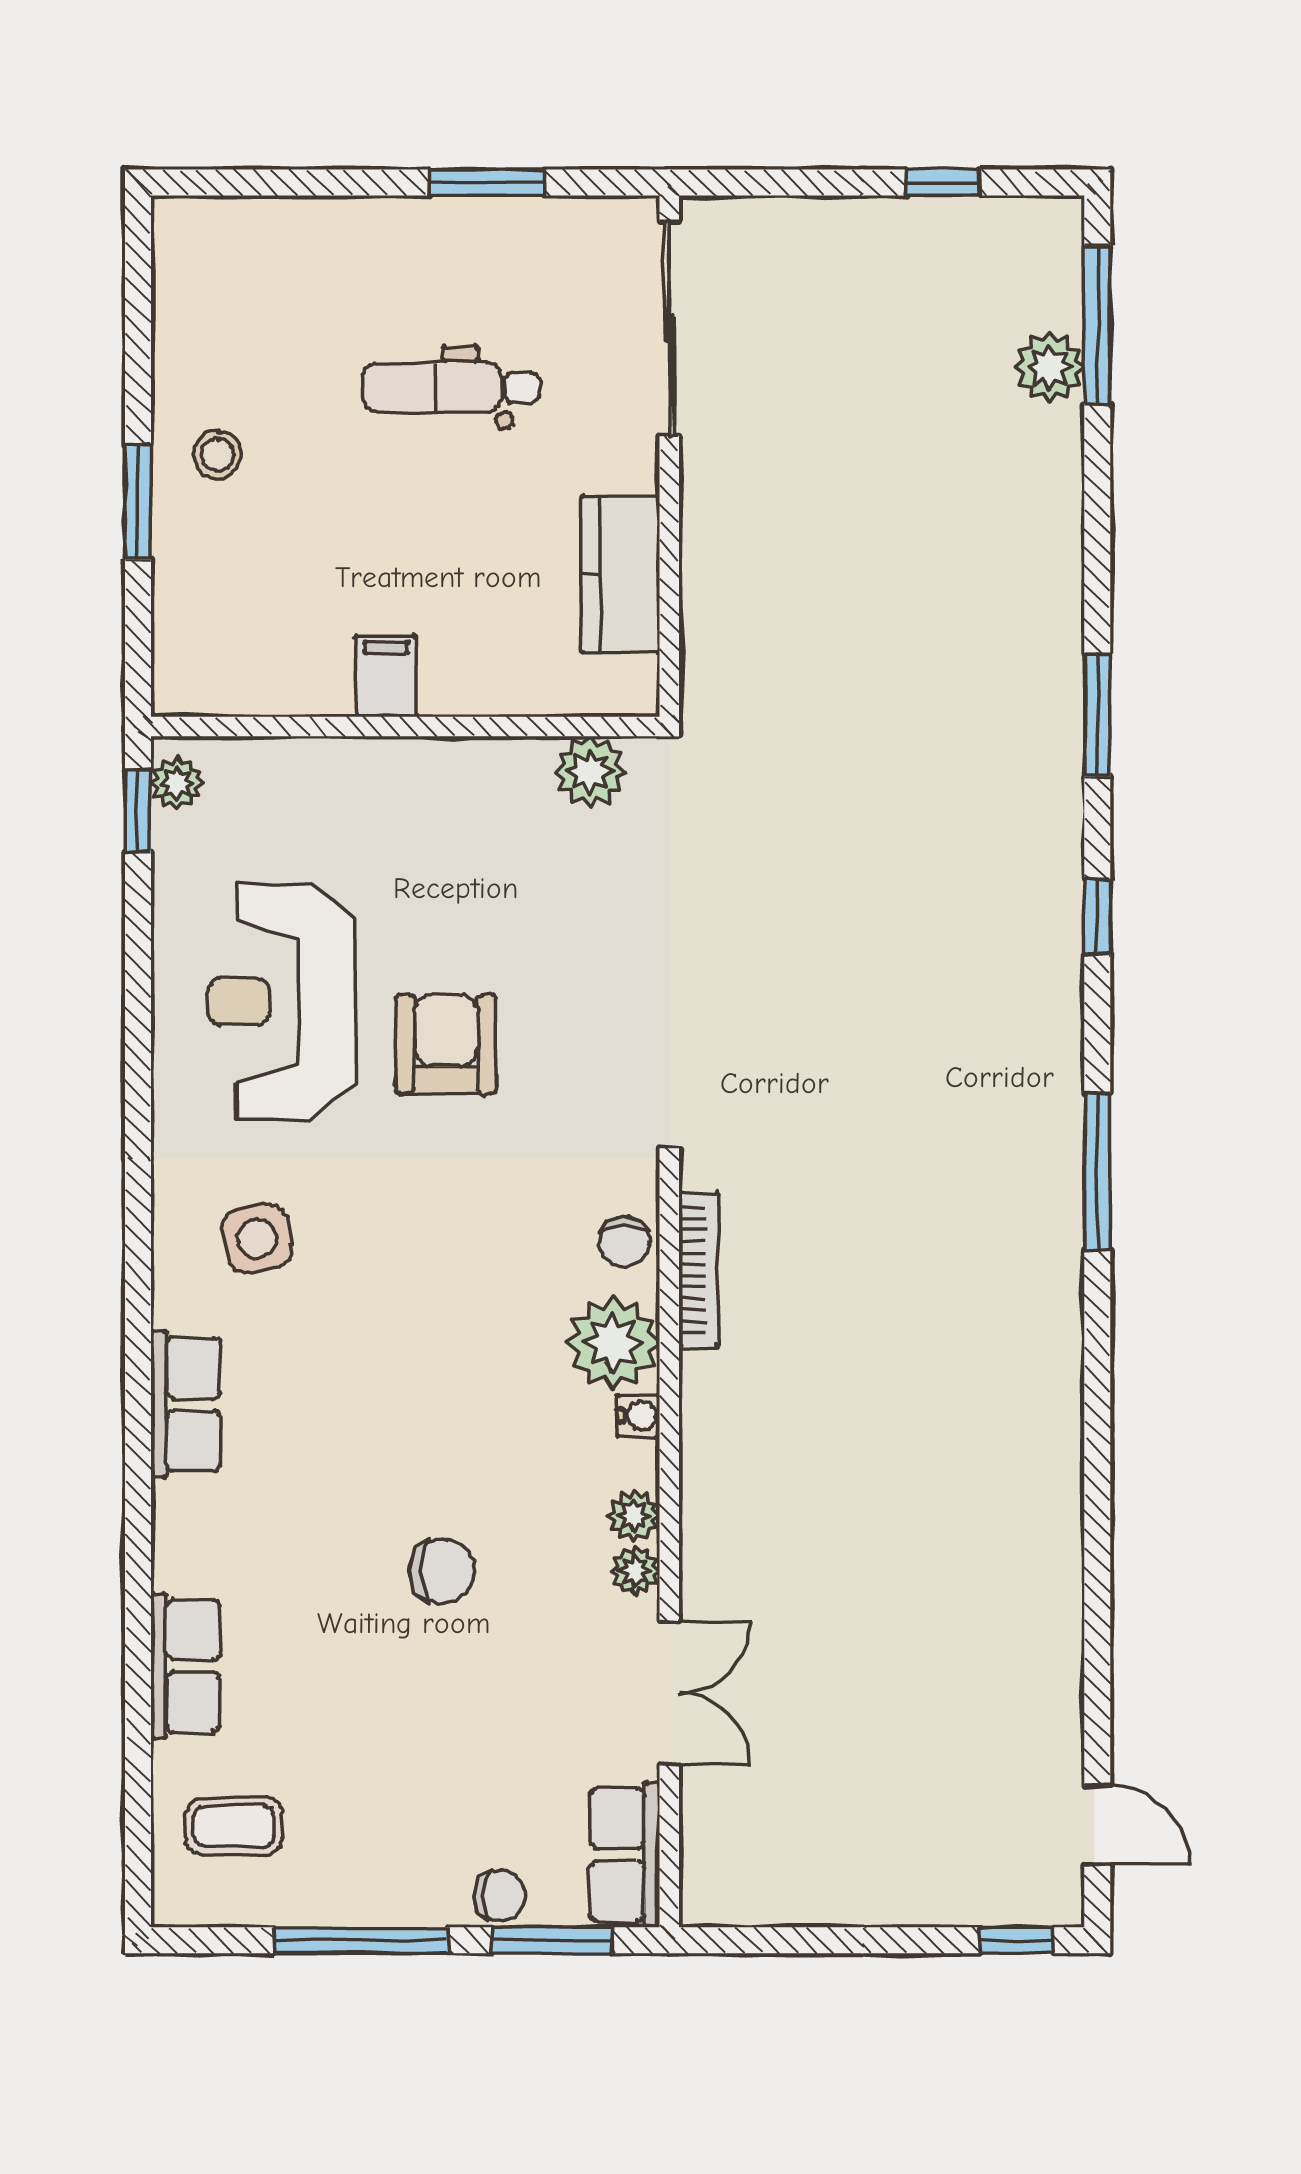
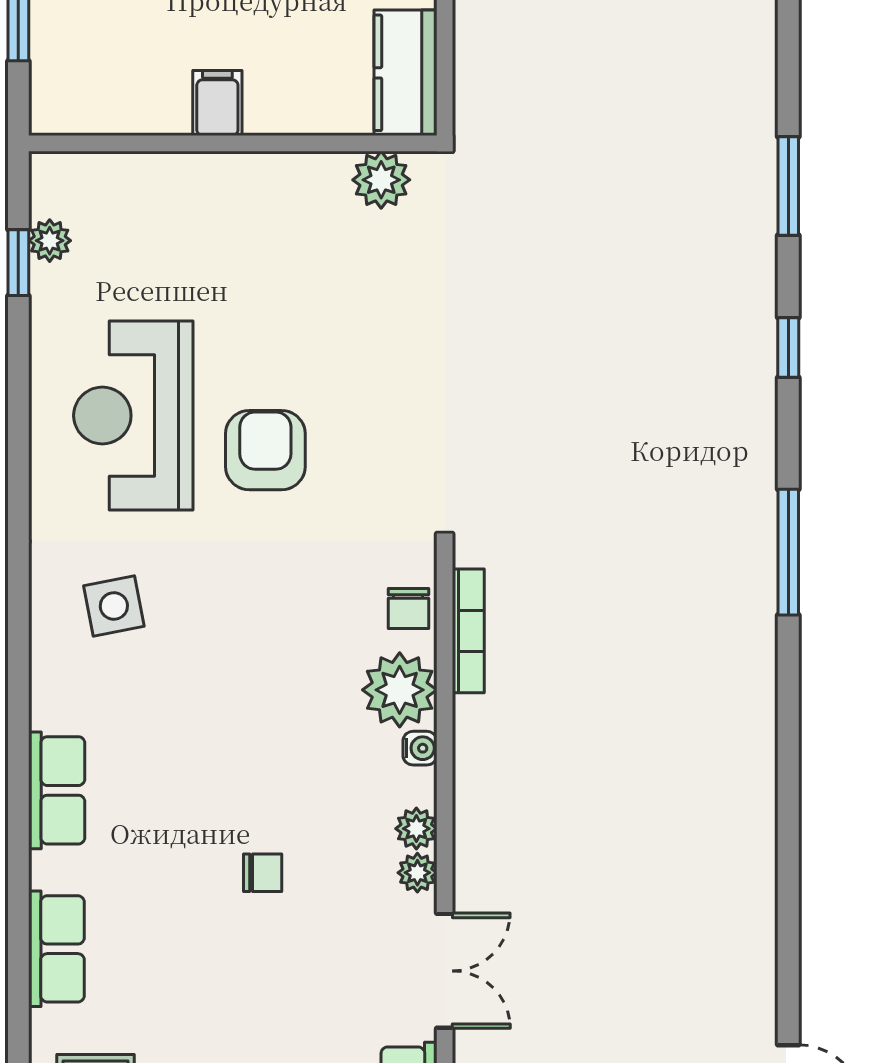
filing cabinet: (386, 676) -> (217, 103), moved
wall: (405, 727) -> (233, 143), moved
plant: (590, 772) -> (381, 180), moved
row of seats: (186, 1404) -> (57, 790), moved
chair: (442, 1571) -> (263, 873), width x0.73, depth x0.73

